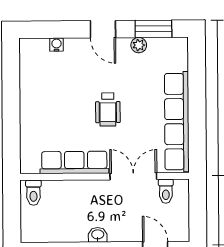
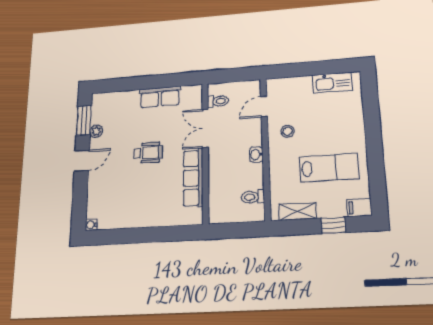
water cooler: (56, 45) -> (91, 225), moved
row of seats: (177, 122) -> (160, 97), width x0.50
toilet: (33, 193) -> (253, 197), moved, turned 180

